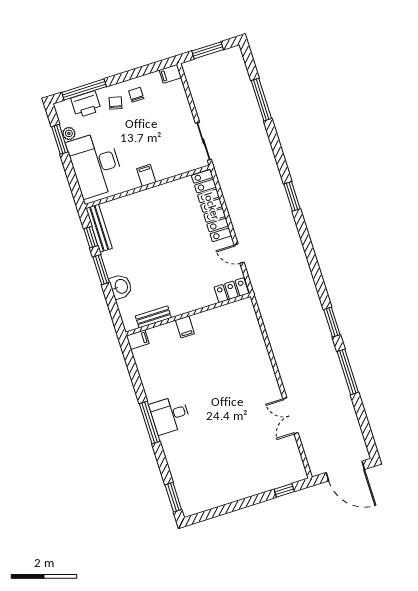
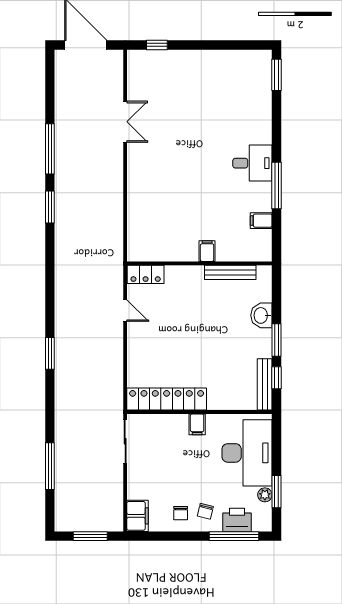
filing cabinet: (170, 74) -> (137, 516), width x2.00
locker: (212, 206) -> (167, 399), moved, turned -90
bench: (153, 317) -> (230, 272), width x1.36
filing cabinet: (138, 340) -> (261, 221), moved
window: (150, 422) -> (276, 185), moved

